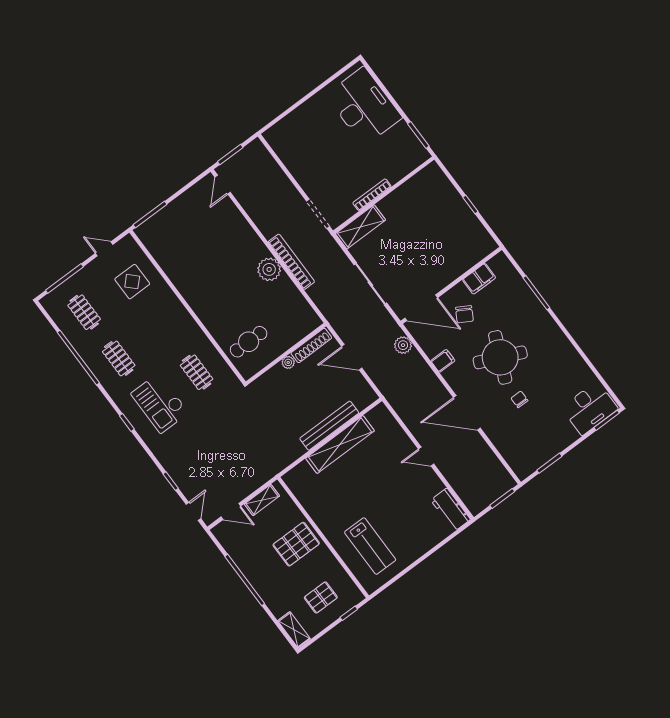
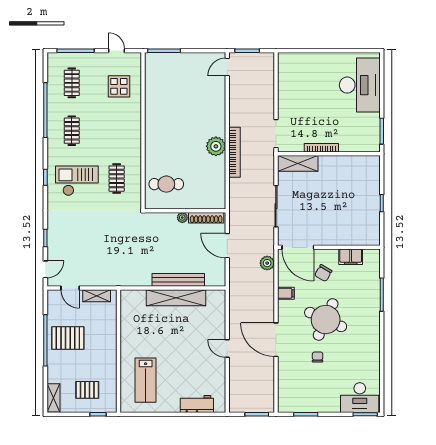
checkout: (160, 403) -> (77, 181), turned 90
workbench: (451, 510) -> (197, 404), moved, turned 90
pallet: (296, 544) -> (68, 338), moved

